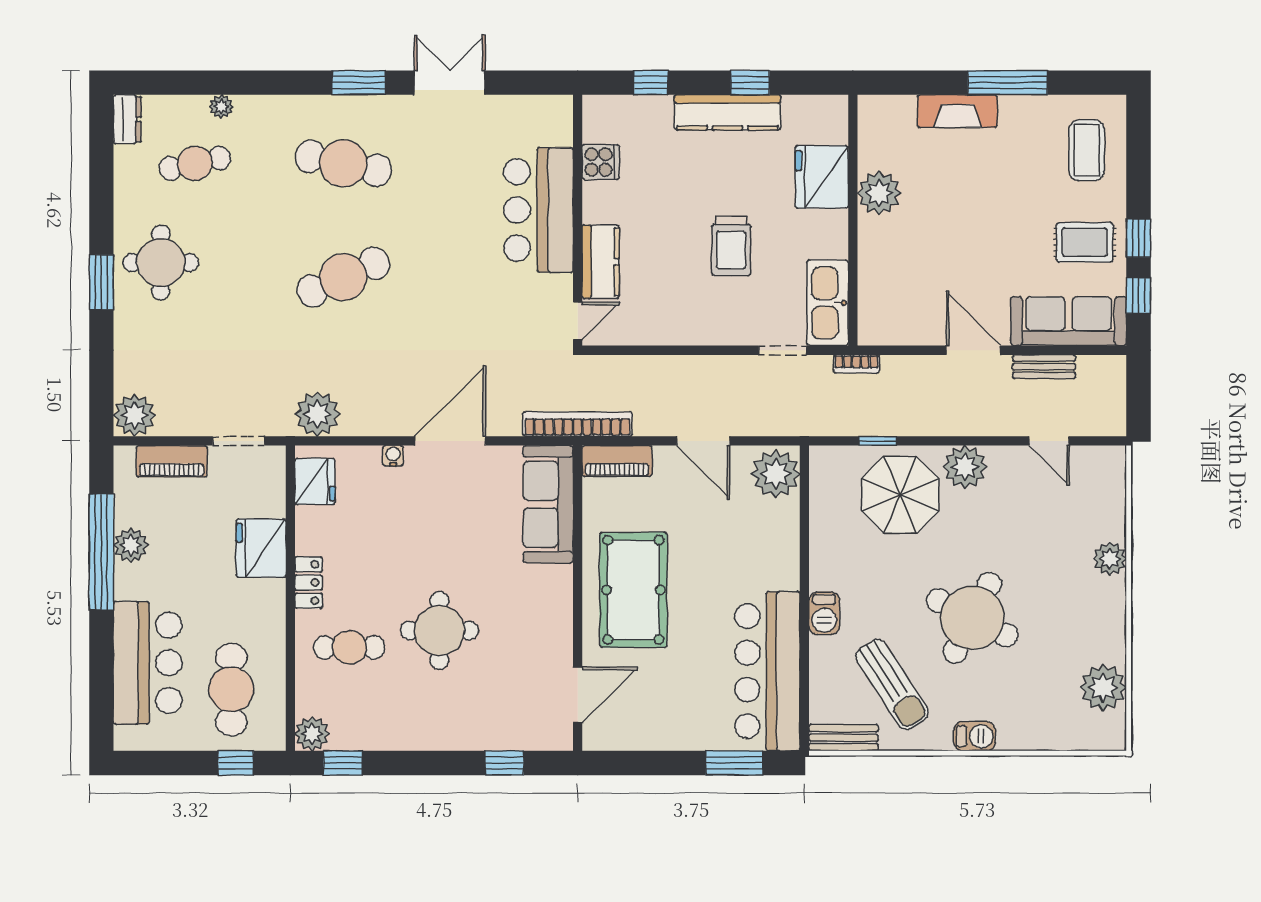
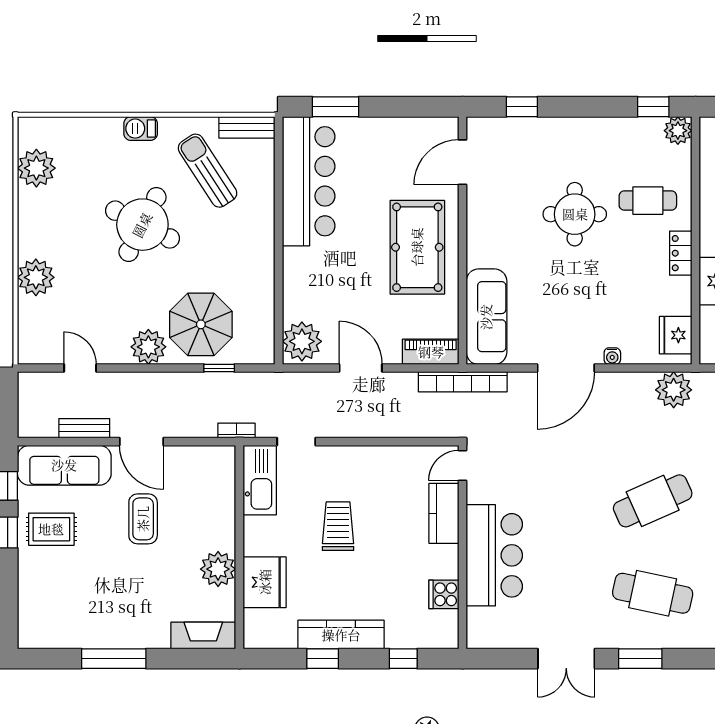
fireplace: (957, 111) -> (203, 636), moved
coffee table: (1087, 150) -> (143, 519), moved
plant: (1110, 559) -> (36, 277), width x1.36, depth x1.36
barbecue: (824, 613) -> (263, 228), removed

